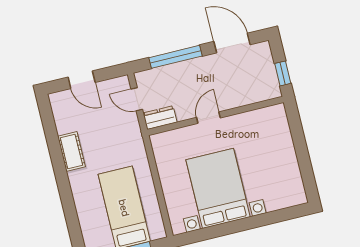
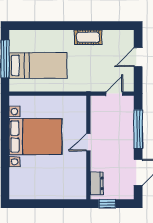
dresser: (160, 118) -> (97, 183), moved
door: (208, 118) -> (88, 142), swing flipped

